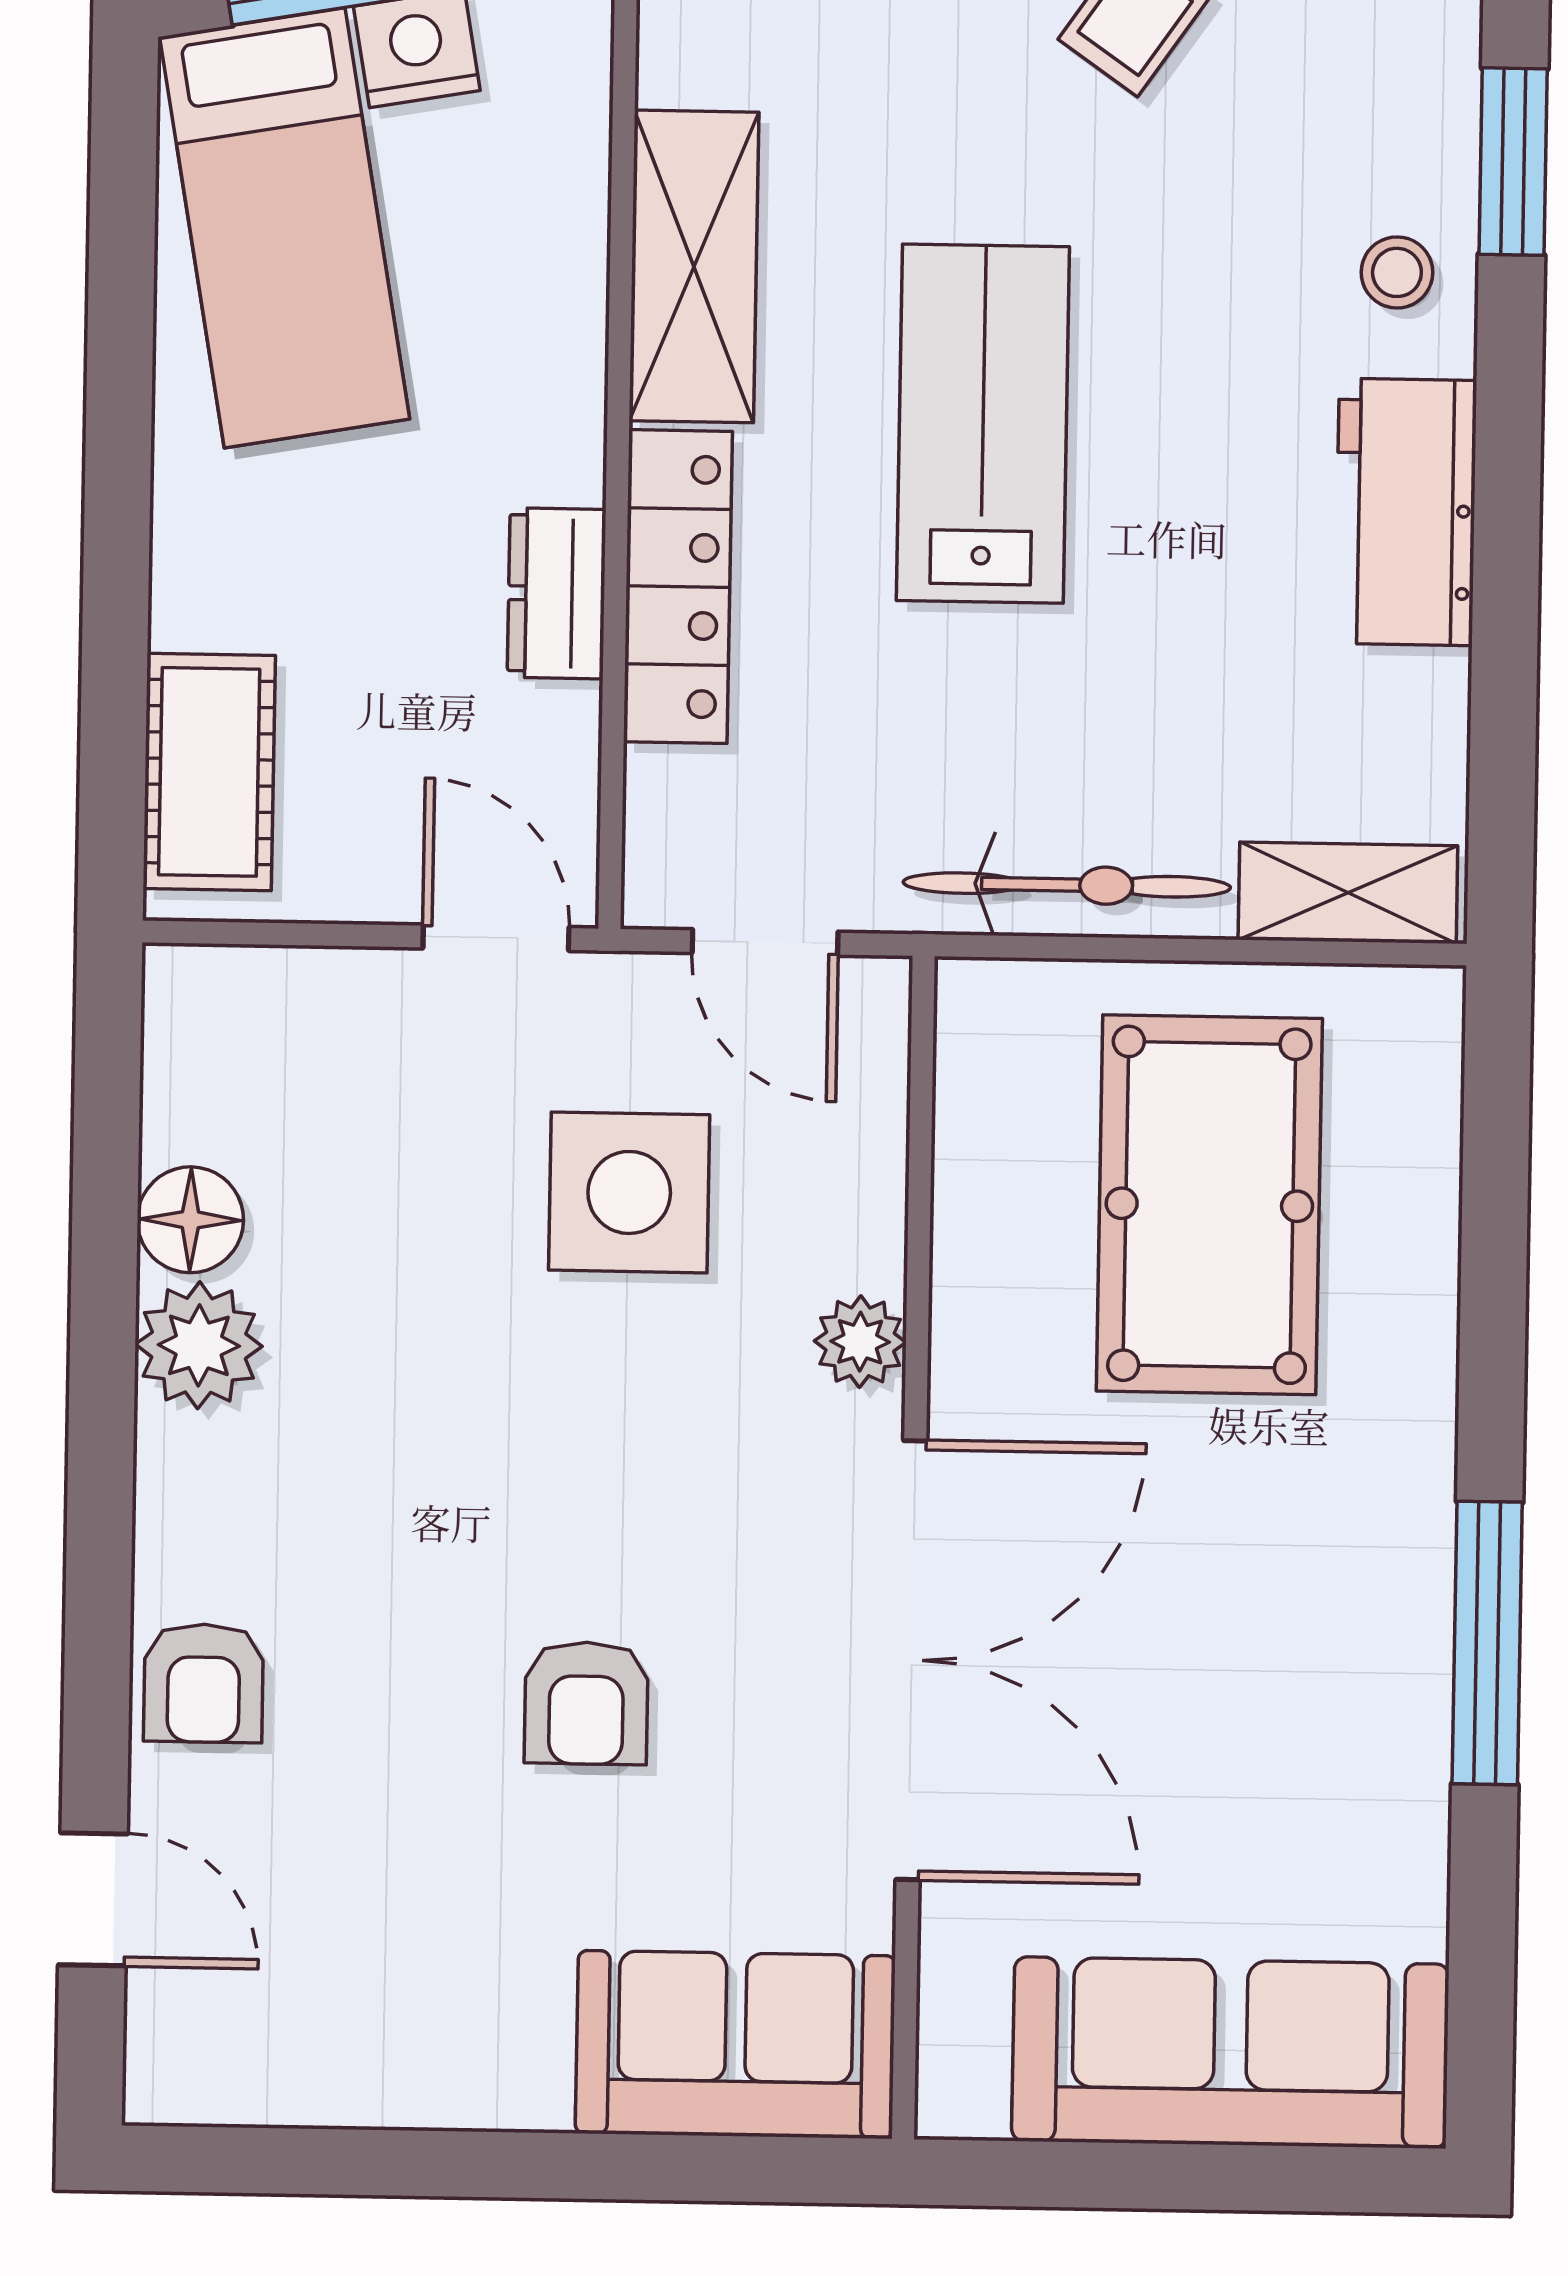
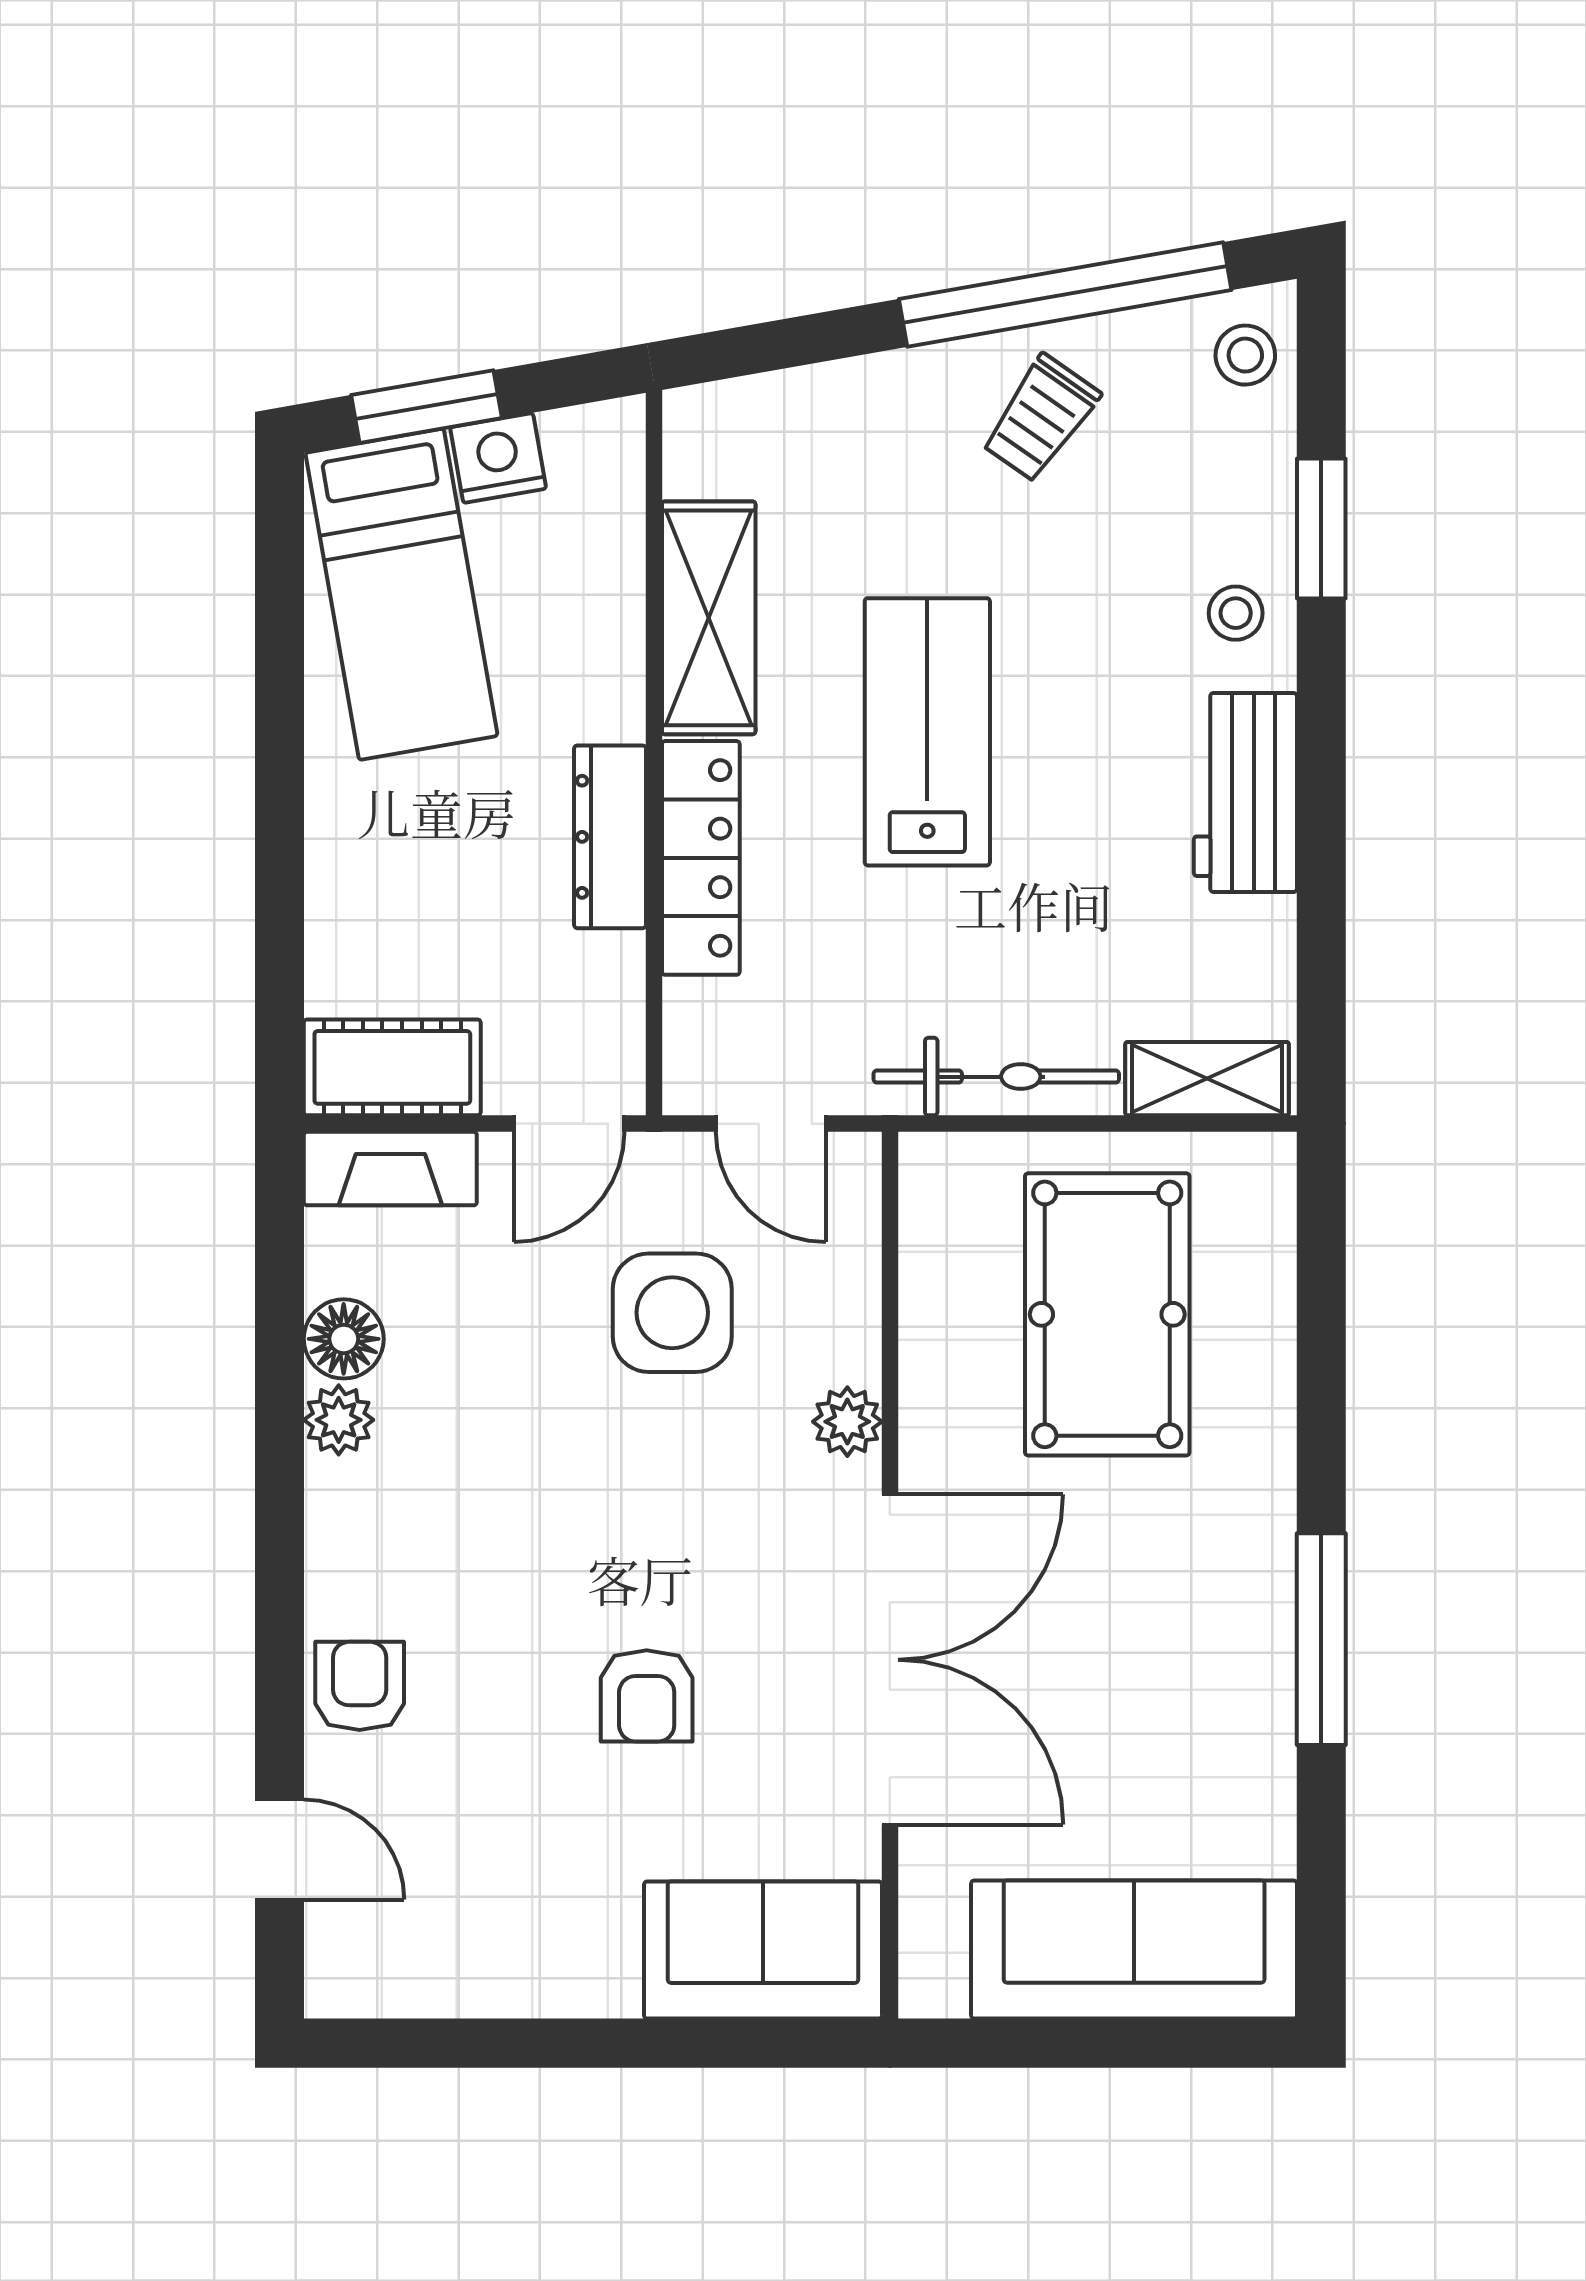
dresser: (557, 593) -> (610, 837), width x1.44
cot: (209, 772) -> (392, 1067), moved, turned 90
door: (496, 938) -> (569, 1124), swing flipped
fireplace: (257, 994) -> (390, 1169), added
plant: (199, 1345) -> (339, 1420), width x0.73, depth x0.73
armchair: (204, 1683) -> (360, 1686), turned 180

